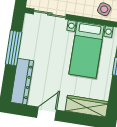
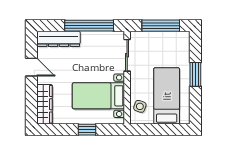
window: (14, 48) -> (89, 26), width x1.46

